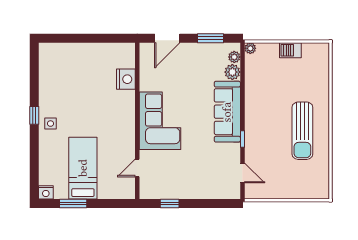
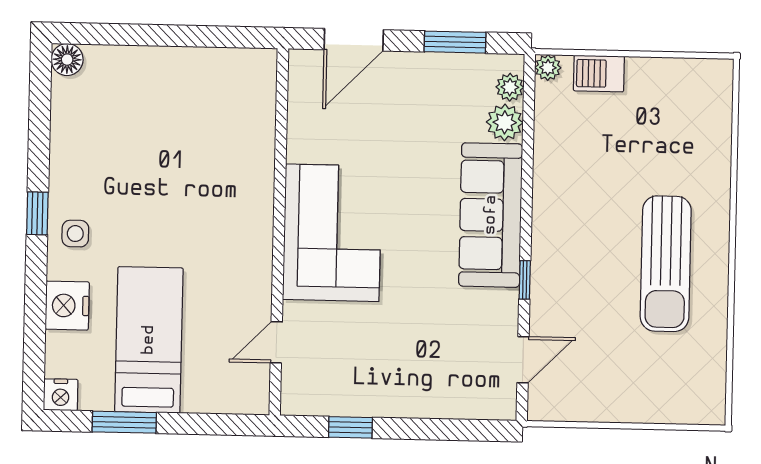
floor lamp: (45, 49) -> (67, 60), added
barbecue: (290, 50) -> (599, 73), moved
nightstand: (126, 79) -> (67, 306), moved, turned 180
door: (242, 173) -> (523, 360), hinge flipped

